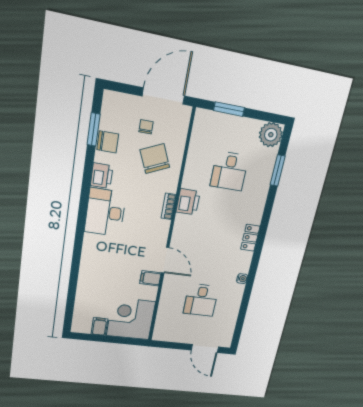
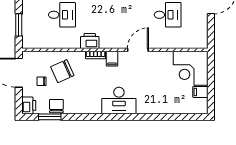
printer: (102, 176) -> (29, 105), moved, turned 90
desk: (105, 212) -> (119, 101), moved
filing cabinet: (150, 278) -> (112, 59), moved

